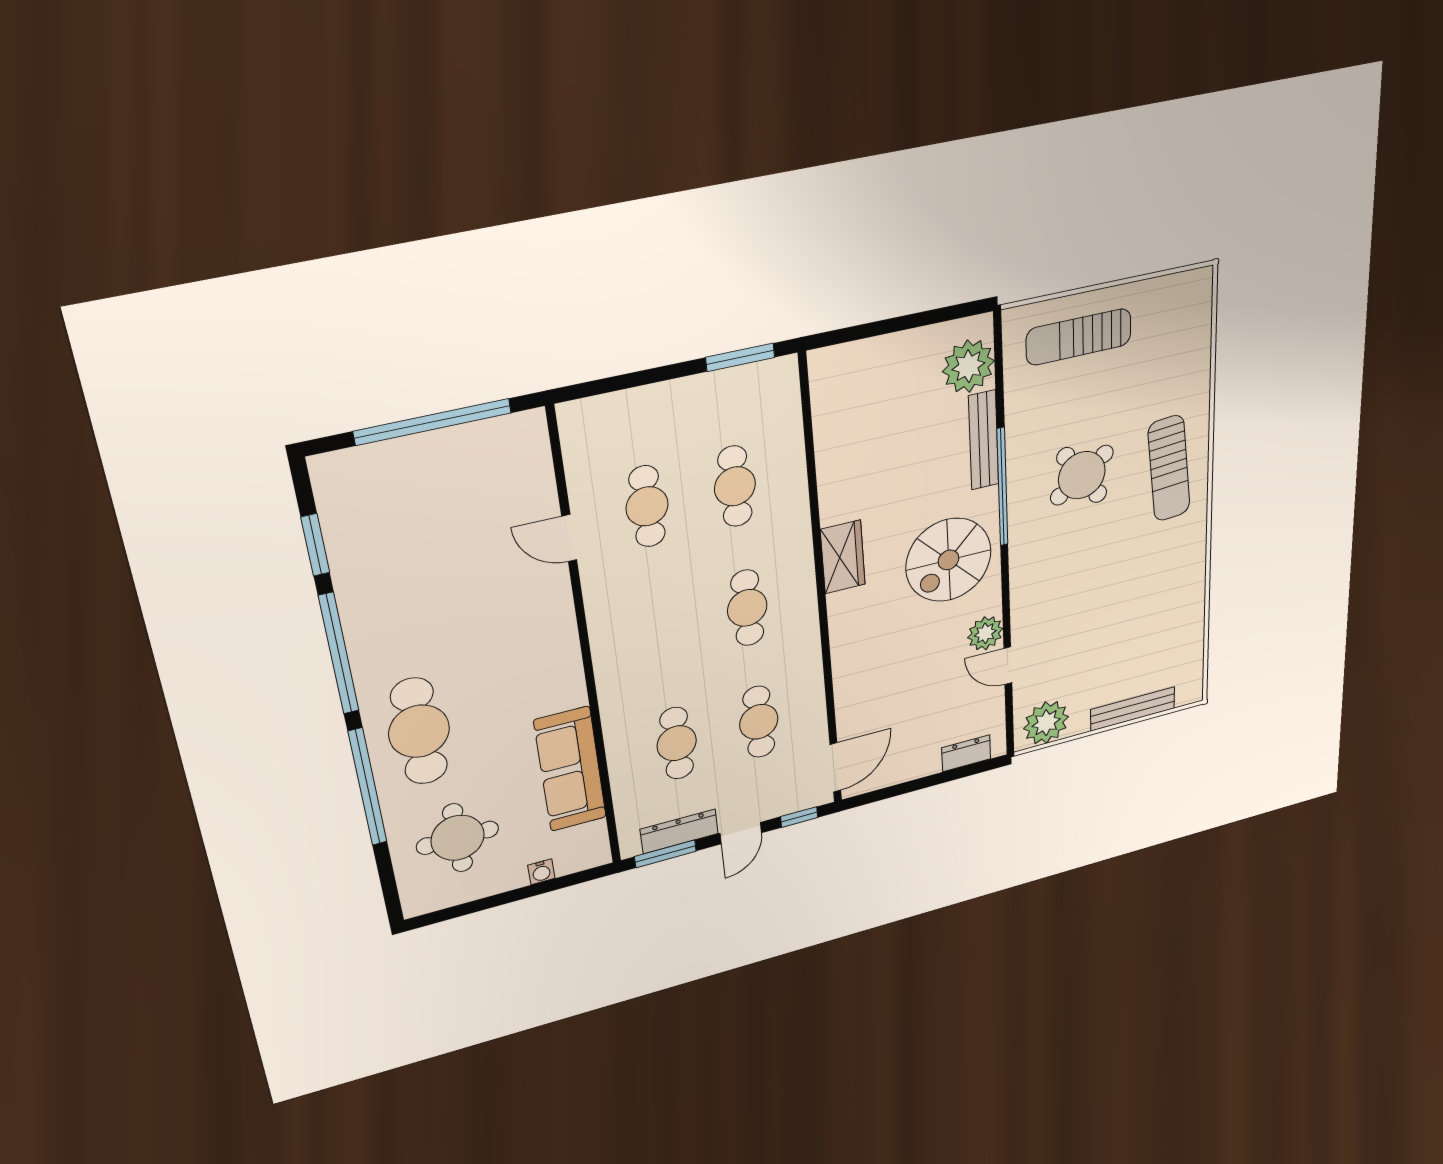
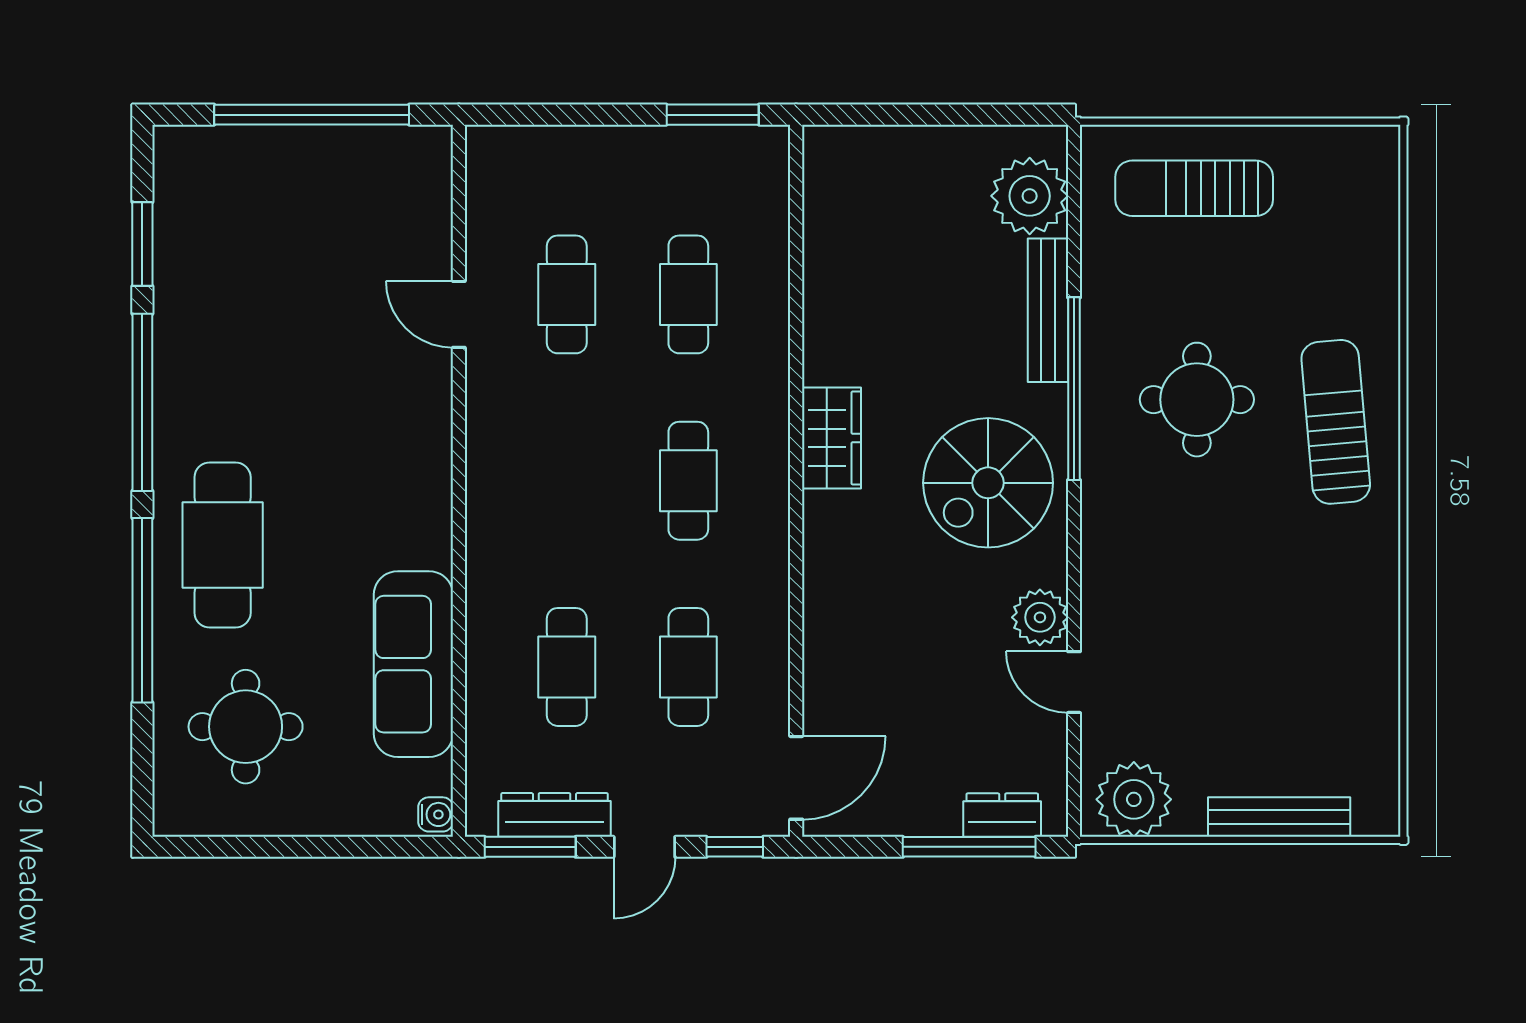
sun lounger: (1169, 468) -> (1336, 422), turned 180
round table: (1082, 475) -> (1197, 400), turned 35
window: (947, 776) -> (969, 847), added
water cooler: (541, 872) -> (436, 814), moved, turned -90

